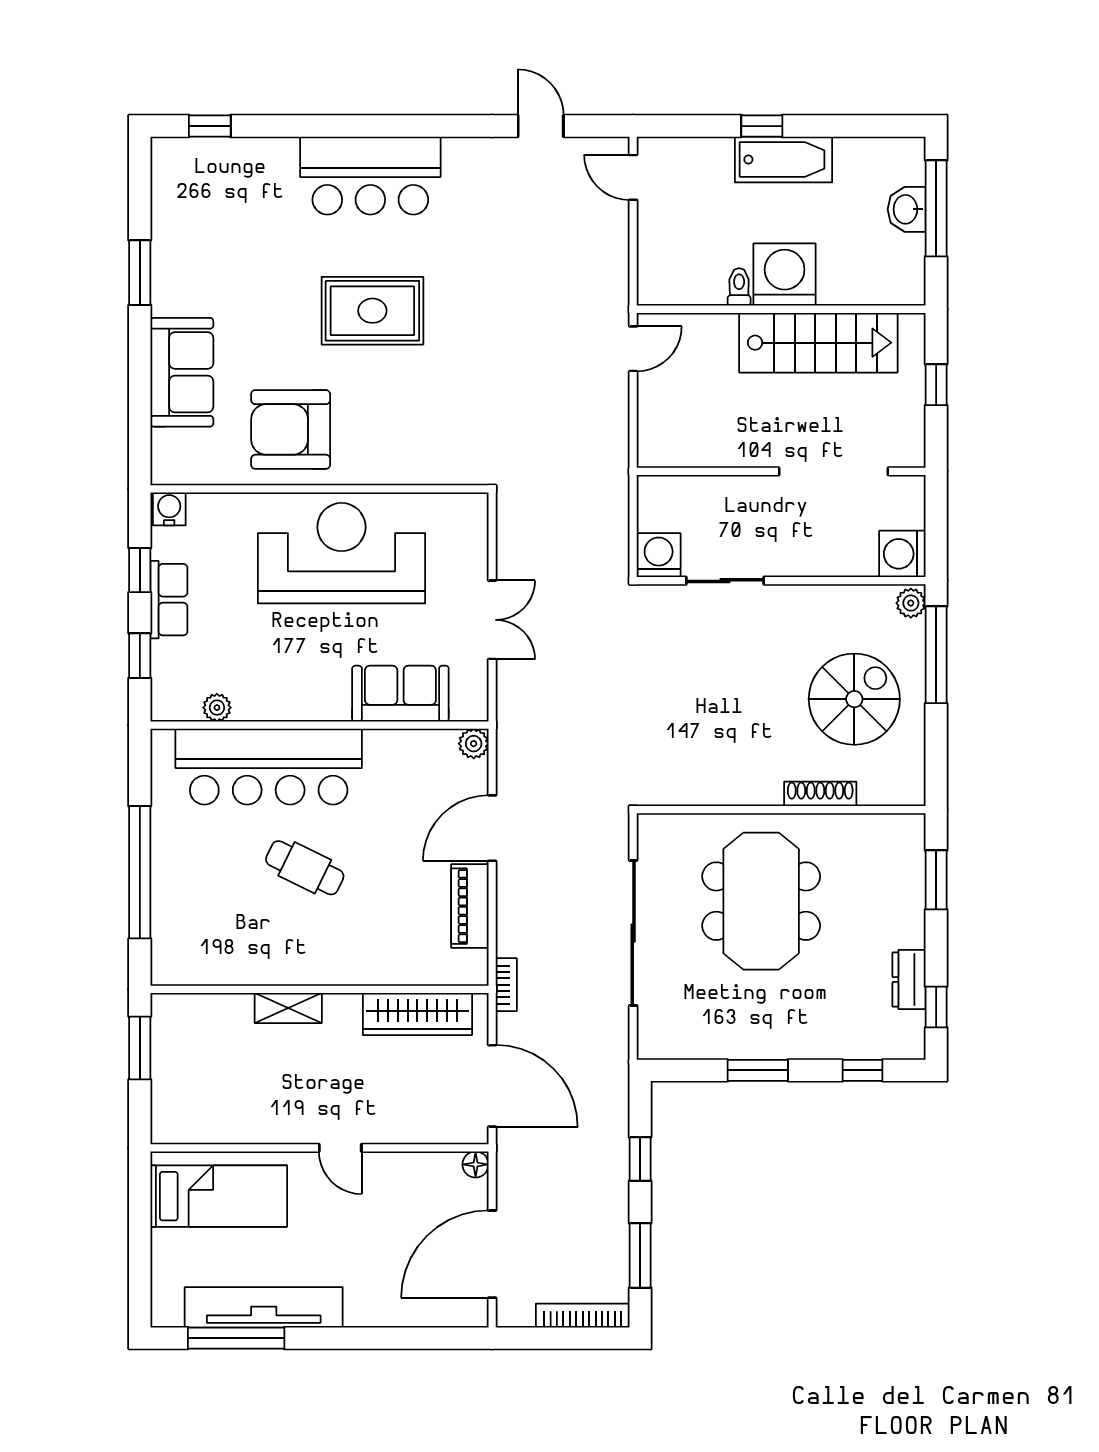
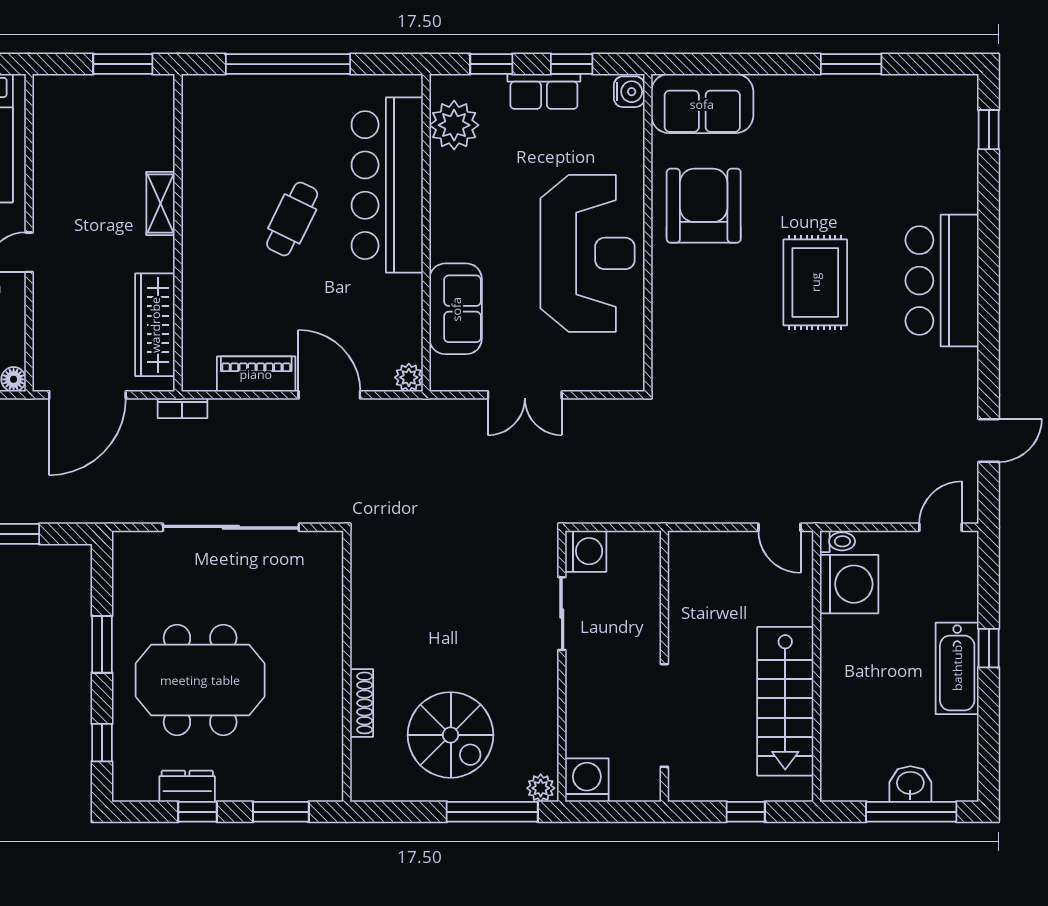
washing machine: (785, 275) -> (849, 584), moved
toilet: (739, 287) -> (837, 541), moved
sofa: (182, 372) -> (702, 104), moved
plant: (217, 708) -> (454, 125), width x1.87, depth x1.87
meeting table: (761, 901) -> (200, 680), moved
window: (936, 1007) -> (198, 812), moved

